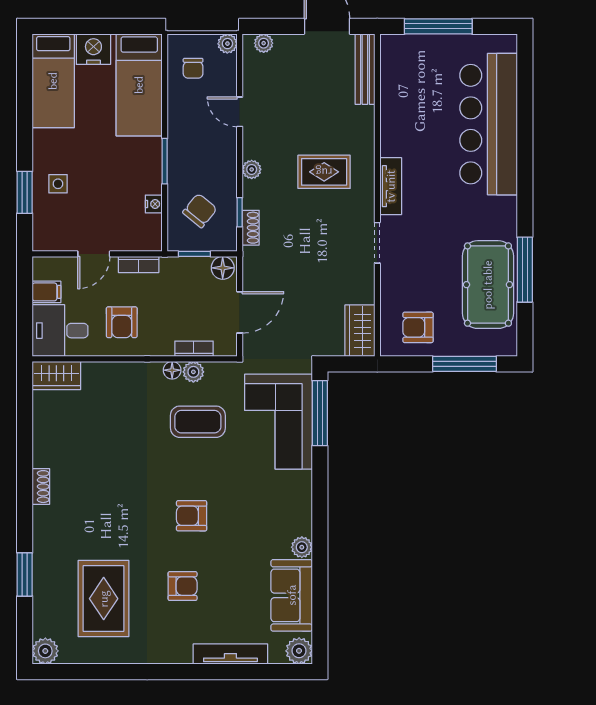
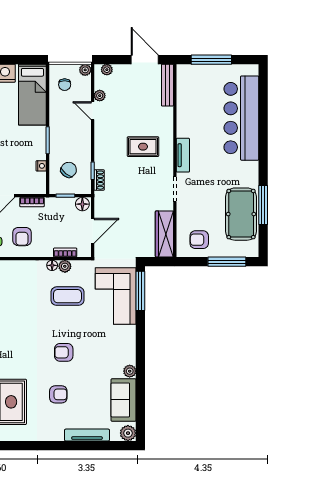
plant: (252, 169) -> (100, 96), moved
wardrobe: (360, 331) -> (164, 234), width x1.50

